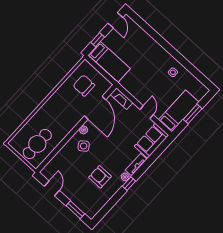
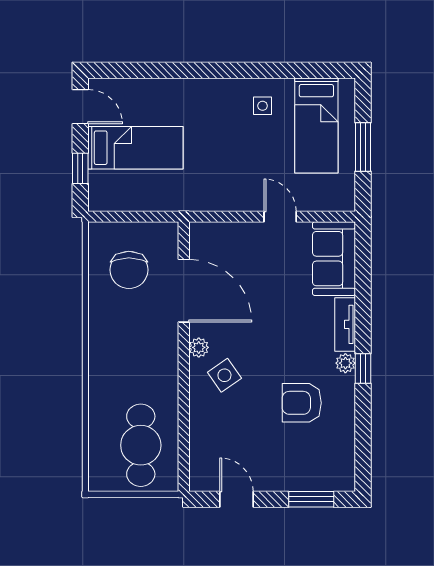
bed: (109, 62) -> (135, 148), moved
chair: (84, 86) -> (129, 270), turned -90
fireplace: (122, 99) -> (215, 233), removed
bed: (179, 111) -> (316, 126), moved, turned 180

